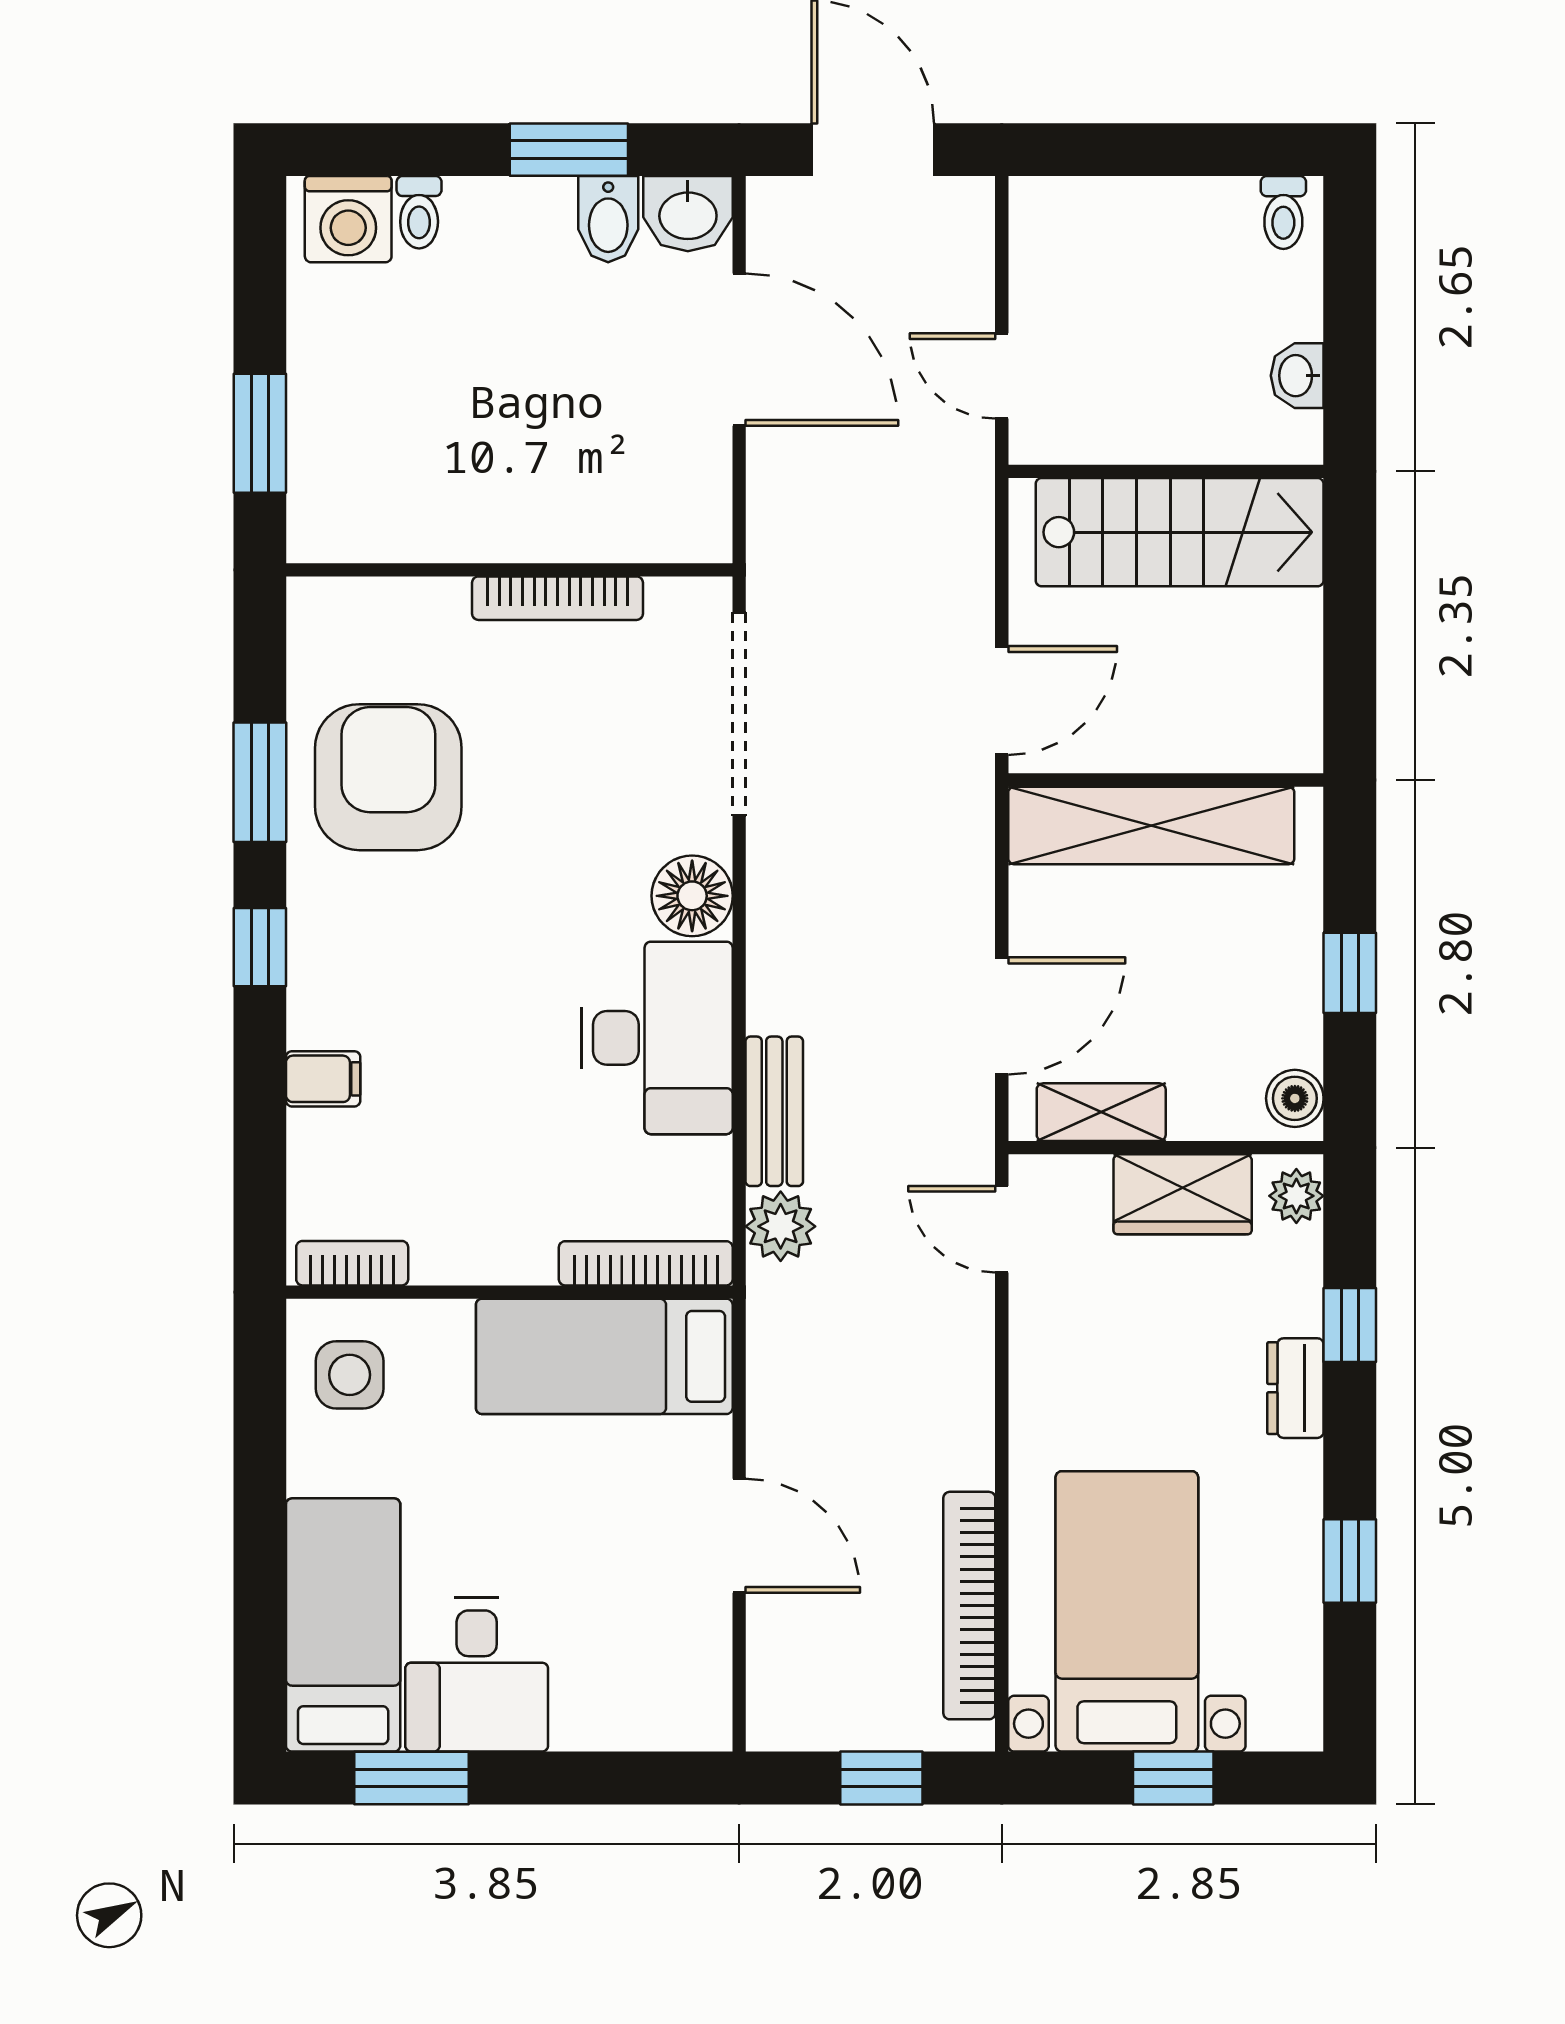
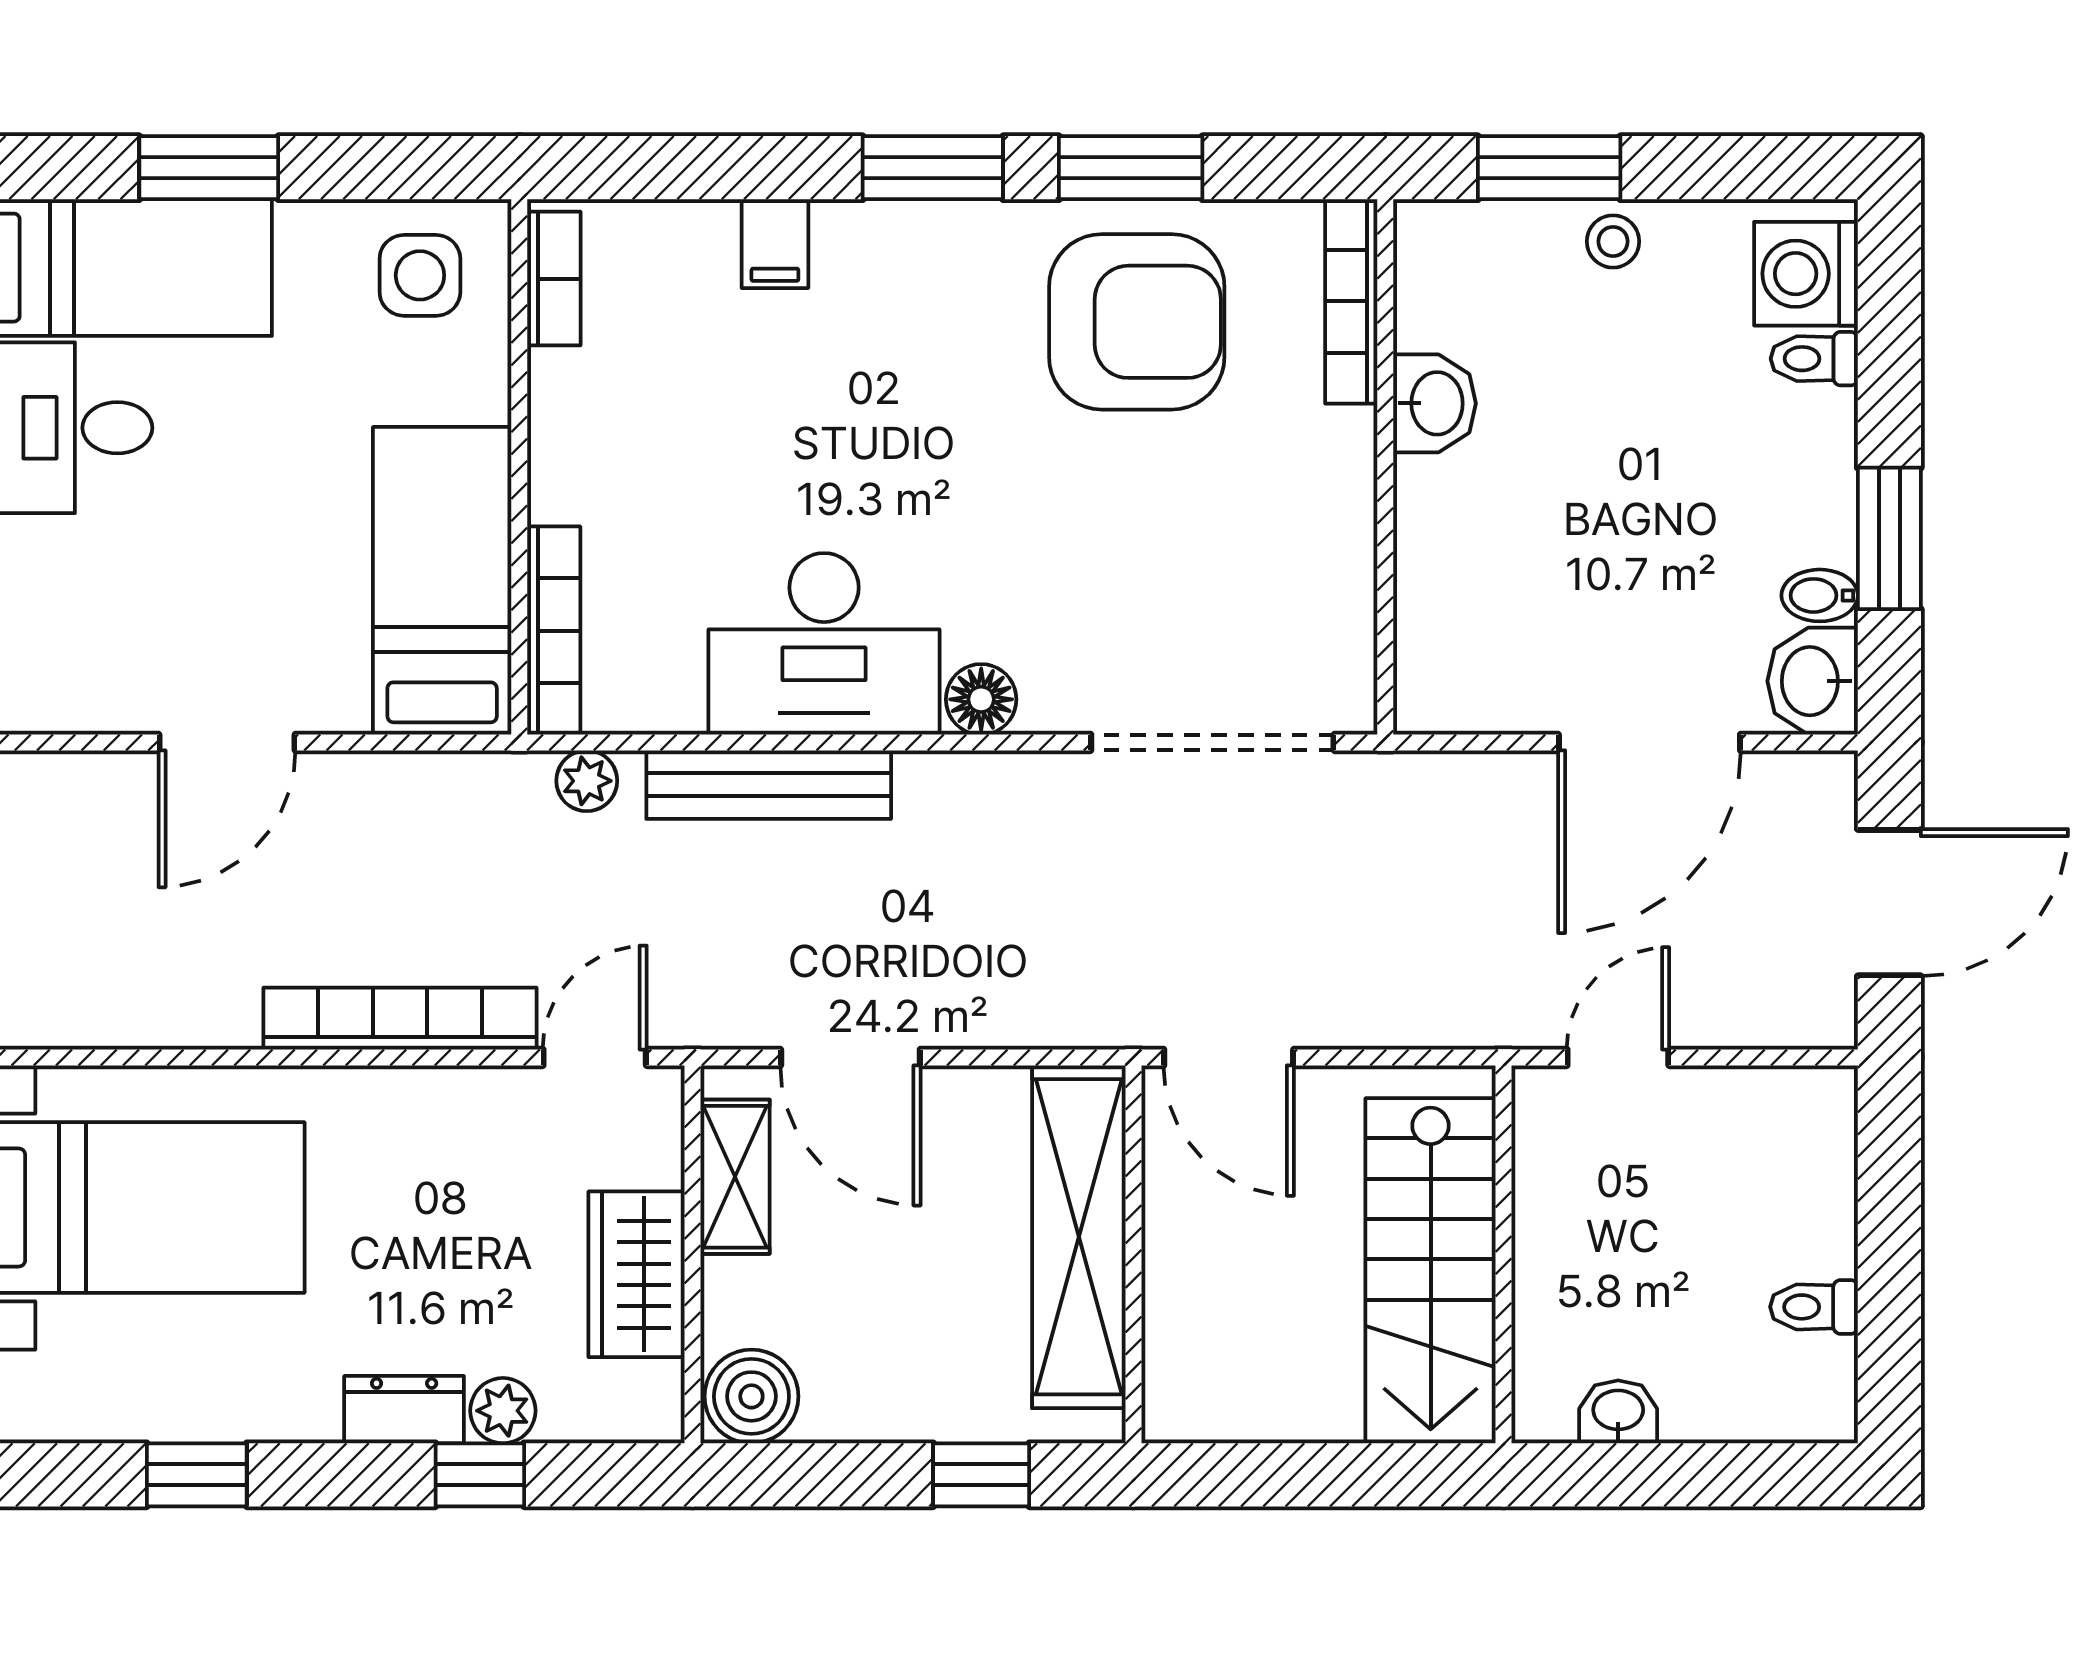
toilet: (1283, 212) -> (1814, 1307), moved
bidet: (608, 219) -> (1820, 595), width x0.72, depth x0.74
stool: (321, 380) -> (1613, 241), added
washbasin: (456, 529) -> (1435, 403), added
bookcase: (557, 598) -> (1351, 301), moved
floor lamp: (692, 896) -> (981, 699), width x0.73, depth x0.73
window: (260, 947) -> (933, 168), width x1.50
window: (1350, 973) -> (981, 1475), moved
boiler: (1295, 1098) -> (751, 1396), width x1.36, depth x1.36
bench: (774, 1111) -> (769, 785), width x1.36
plant: (1296, 1196) -> (503, 1411), moved
plant: (781, 1226) -> (587, 781), width x0.73, depth x0.73
window: (260, 1551) -> (209, 168), added
bookcase: (969, 1606) -> (400, 1019), moved

